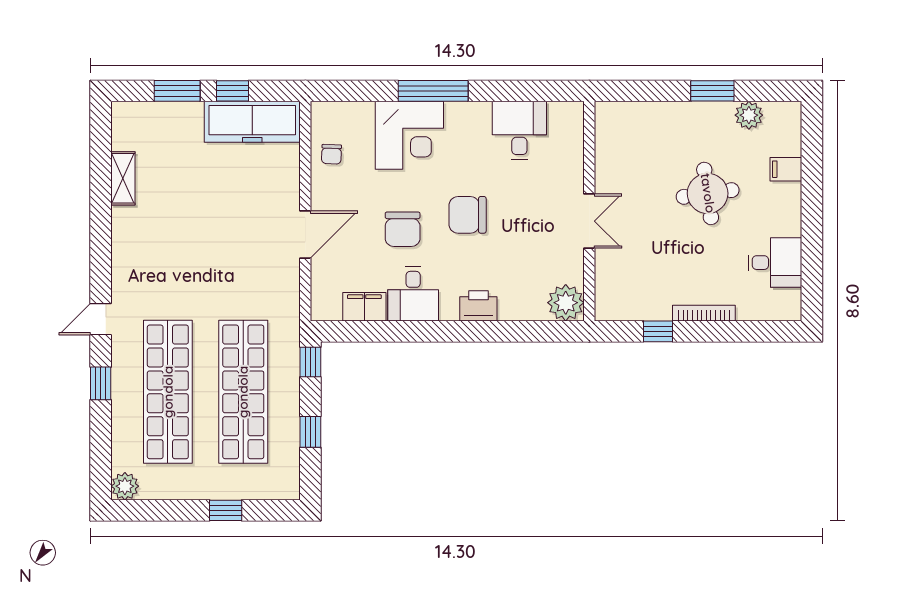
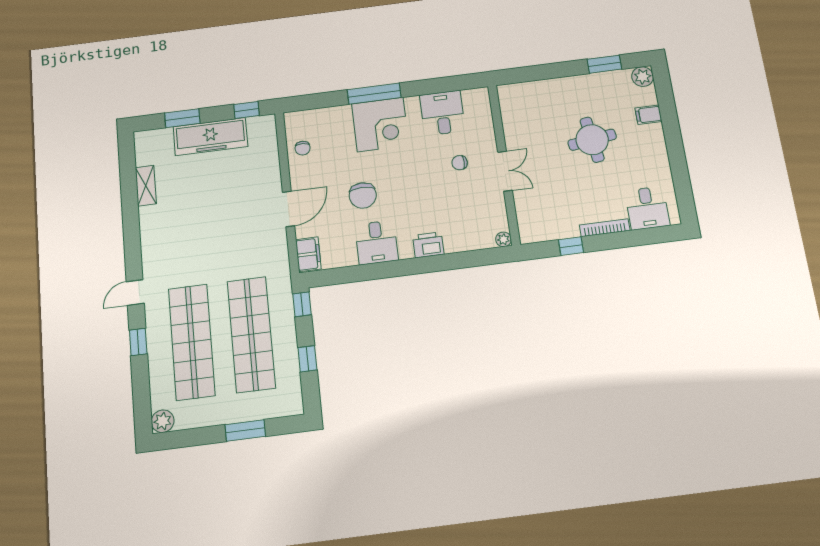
window: (232, 91) -> (247, 110), moved
window: (712, 91) -> (604, 64), moved
plant: (749, 115) -> (643, 77), moved
freezer: (252, 122) -> (210, 137), moved
corner desk: (409, 135) -> (380, 125), moved
chair: (468, 215) -> (460, 163), moved, width x0.54, depth x0.54
desk: (775, 263) -> (647, 208), moved, turned 90
plant: (566, 303) -> (503, 239), width x0.53, depth x0.53
filing cabinet: (364, 307) -> (308, 254), moved, turned 90
window: (226, 510) -> (245, 430), width x1.50

